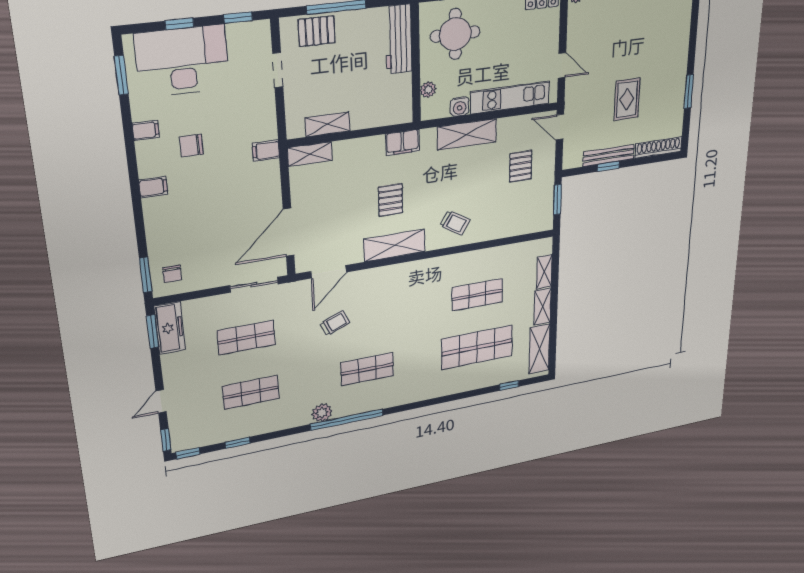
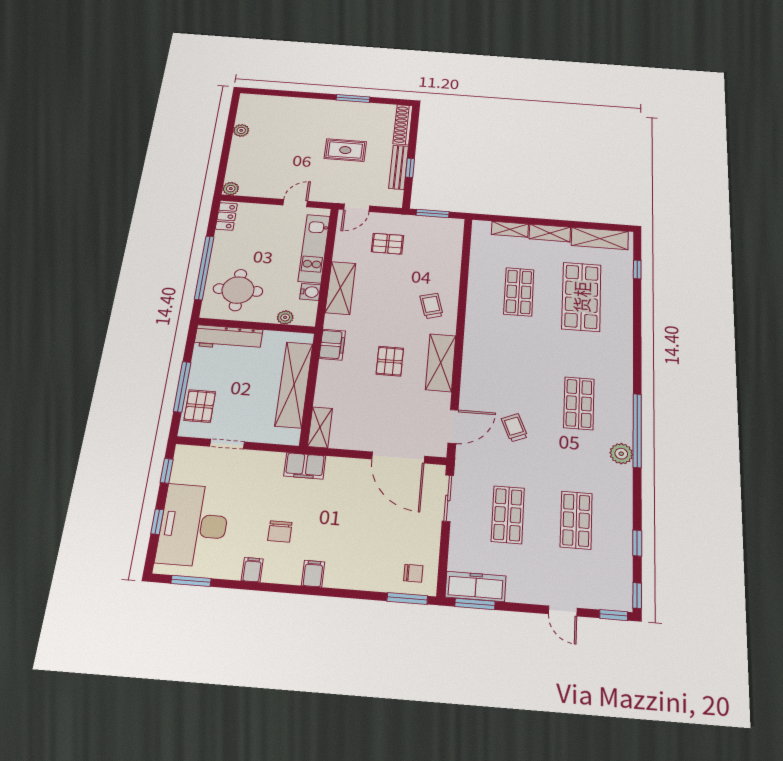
shelving: (328, 124) -> (294, 385), width x2.20, depth x1.33
filing cabinet: (266, 151) -> (305, 466), width x2.00
pallet: (391, 200) -> (390, 361), turned 90
trolley: (455, 223) -> (431, 306), turned -48
door: (329, 272) -> (453, 426), hinge flipped

